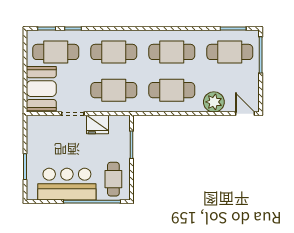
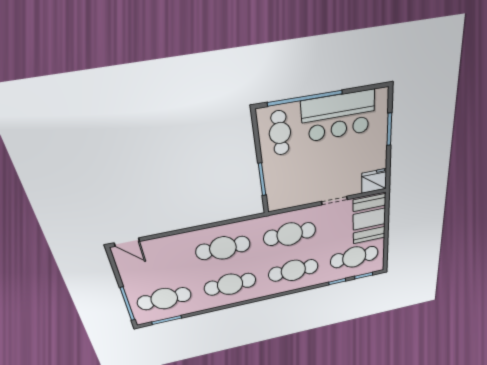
plant: (214, 102) -> (170, 246), removed
fridge: (98, 124) -> (374, 181), moved

